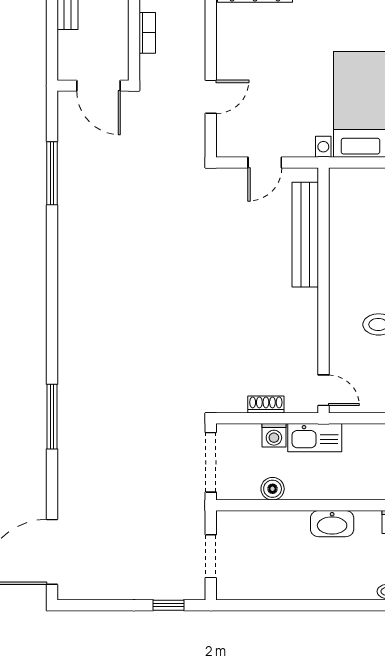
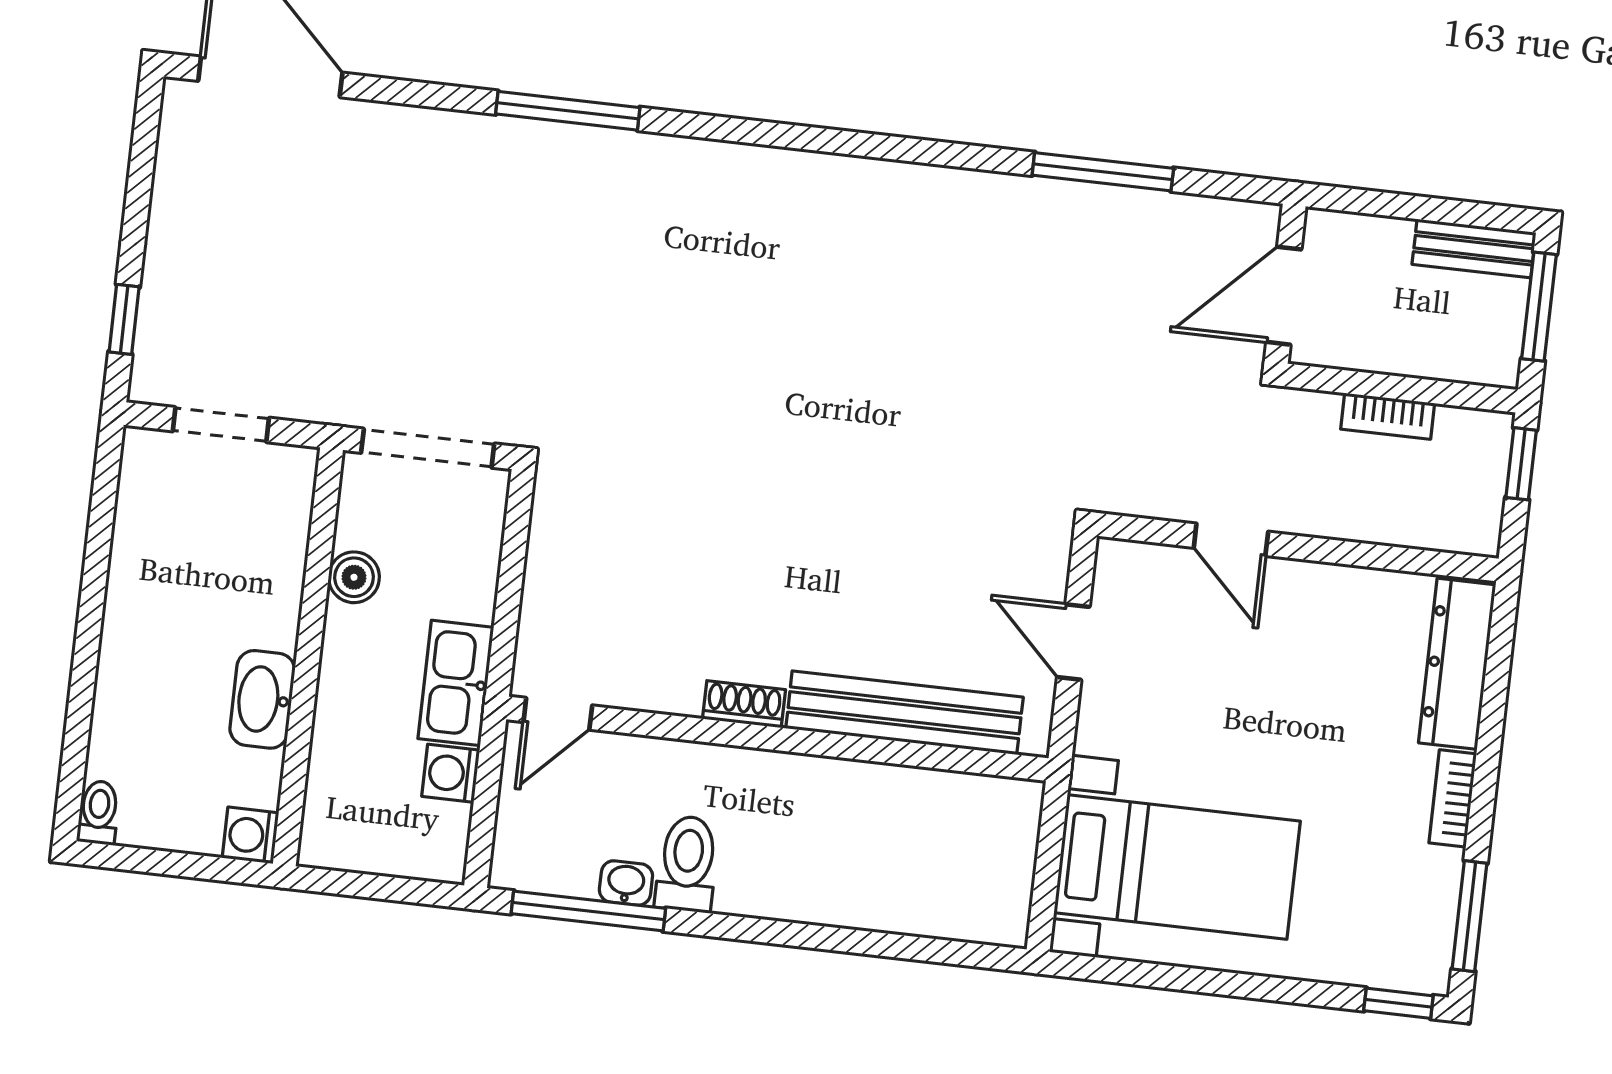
shoe rack: (266, 405) -> (744, 704), moved, turned -90
washing machine: (274, 435) -> (451, 773), moved

